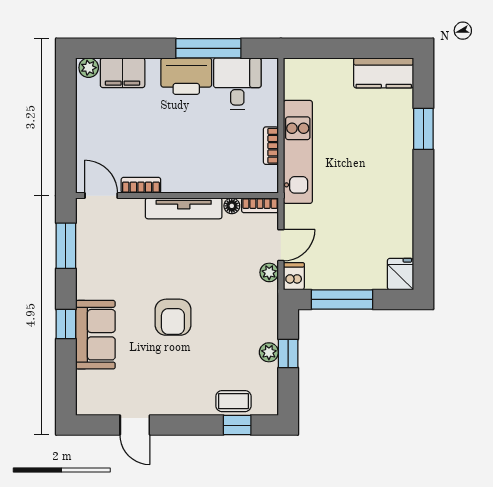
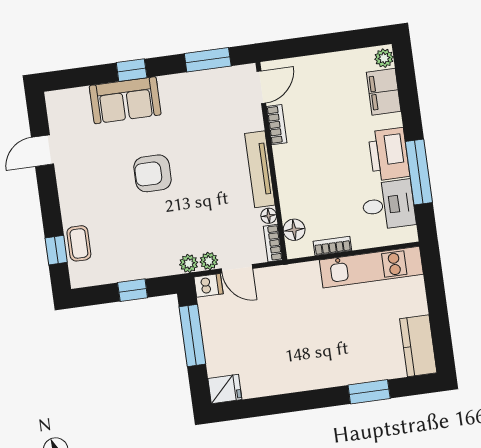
kitchen unit: (298, 152) -> (371, 267), moved
floor lamp: (249, 182) -> (294, 230), added
plant: (269, 352) -> (189, 263), moved

